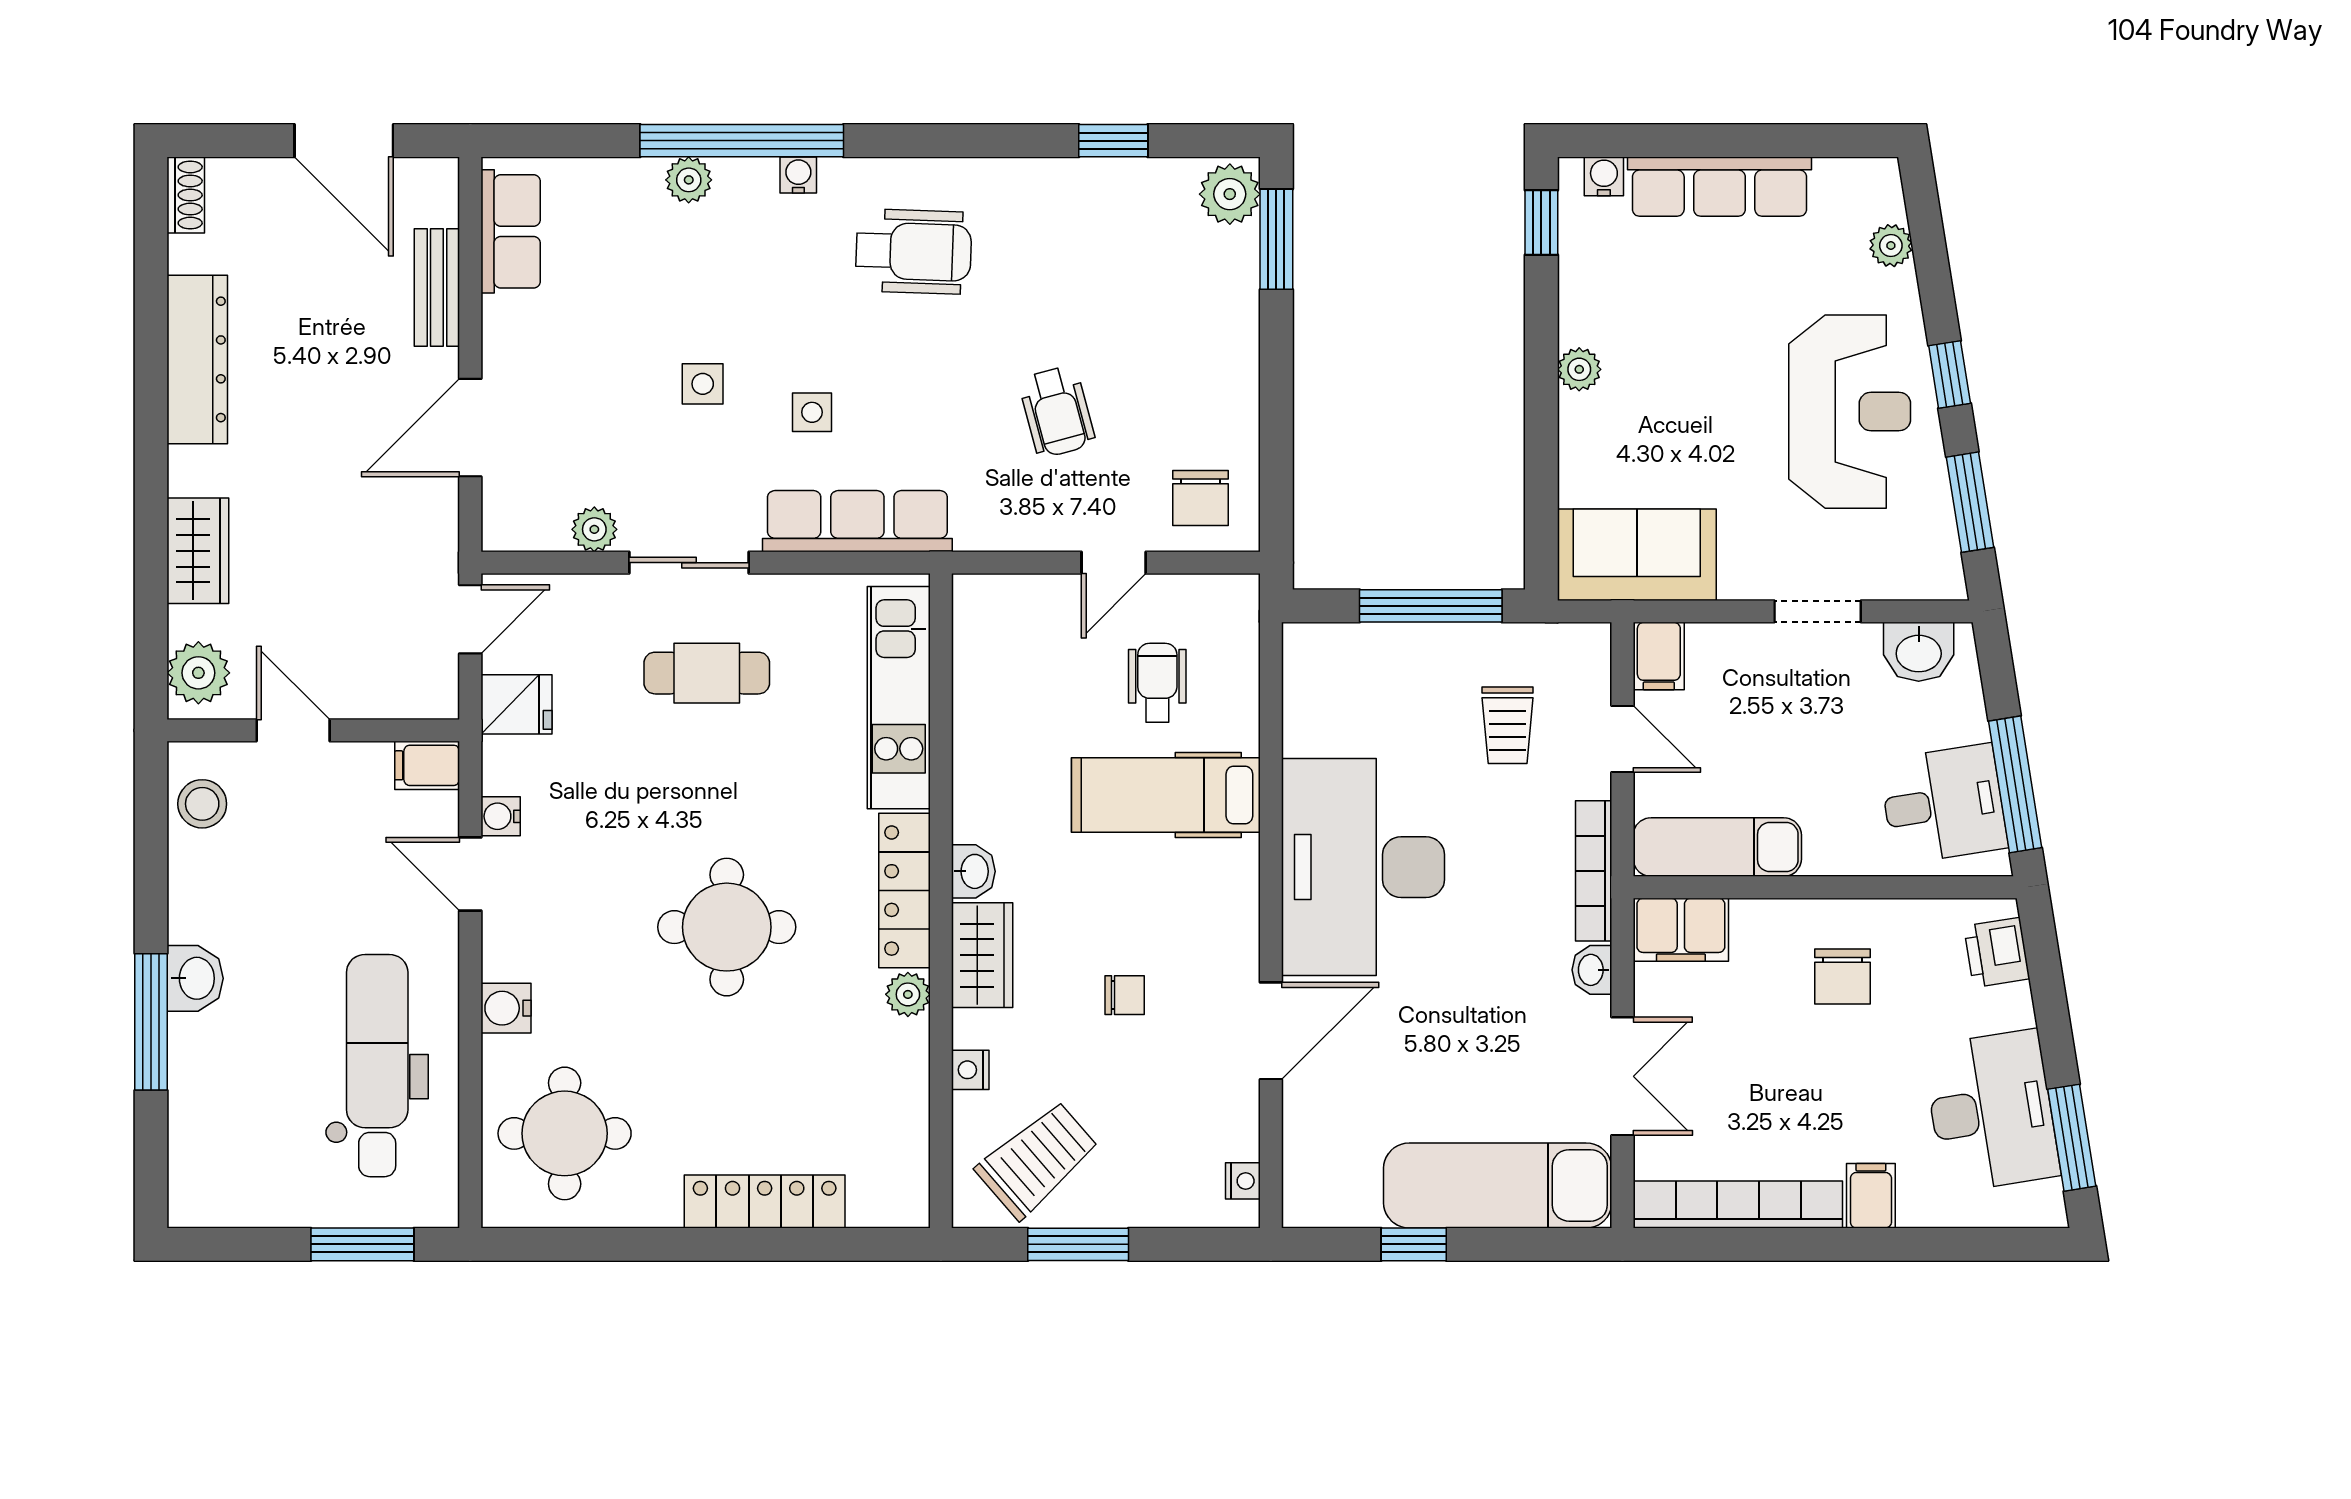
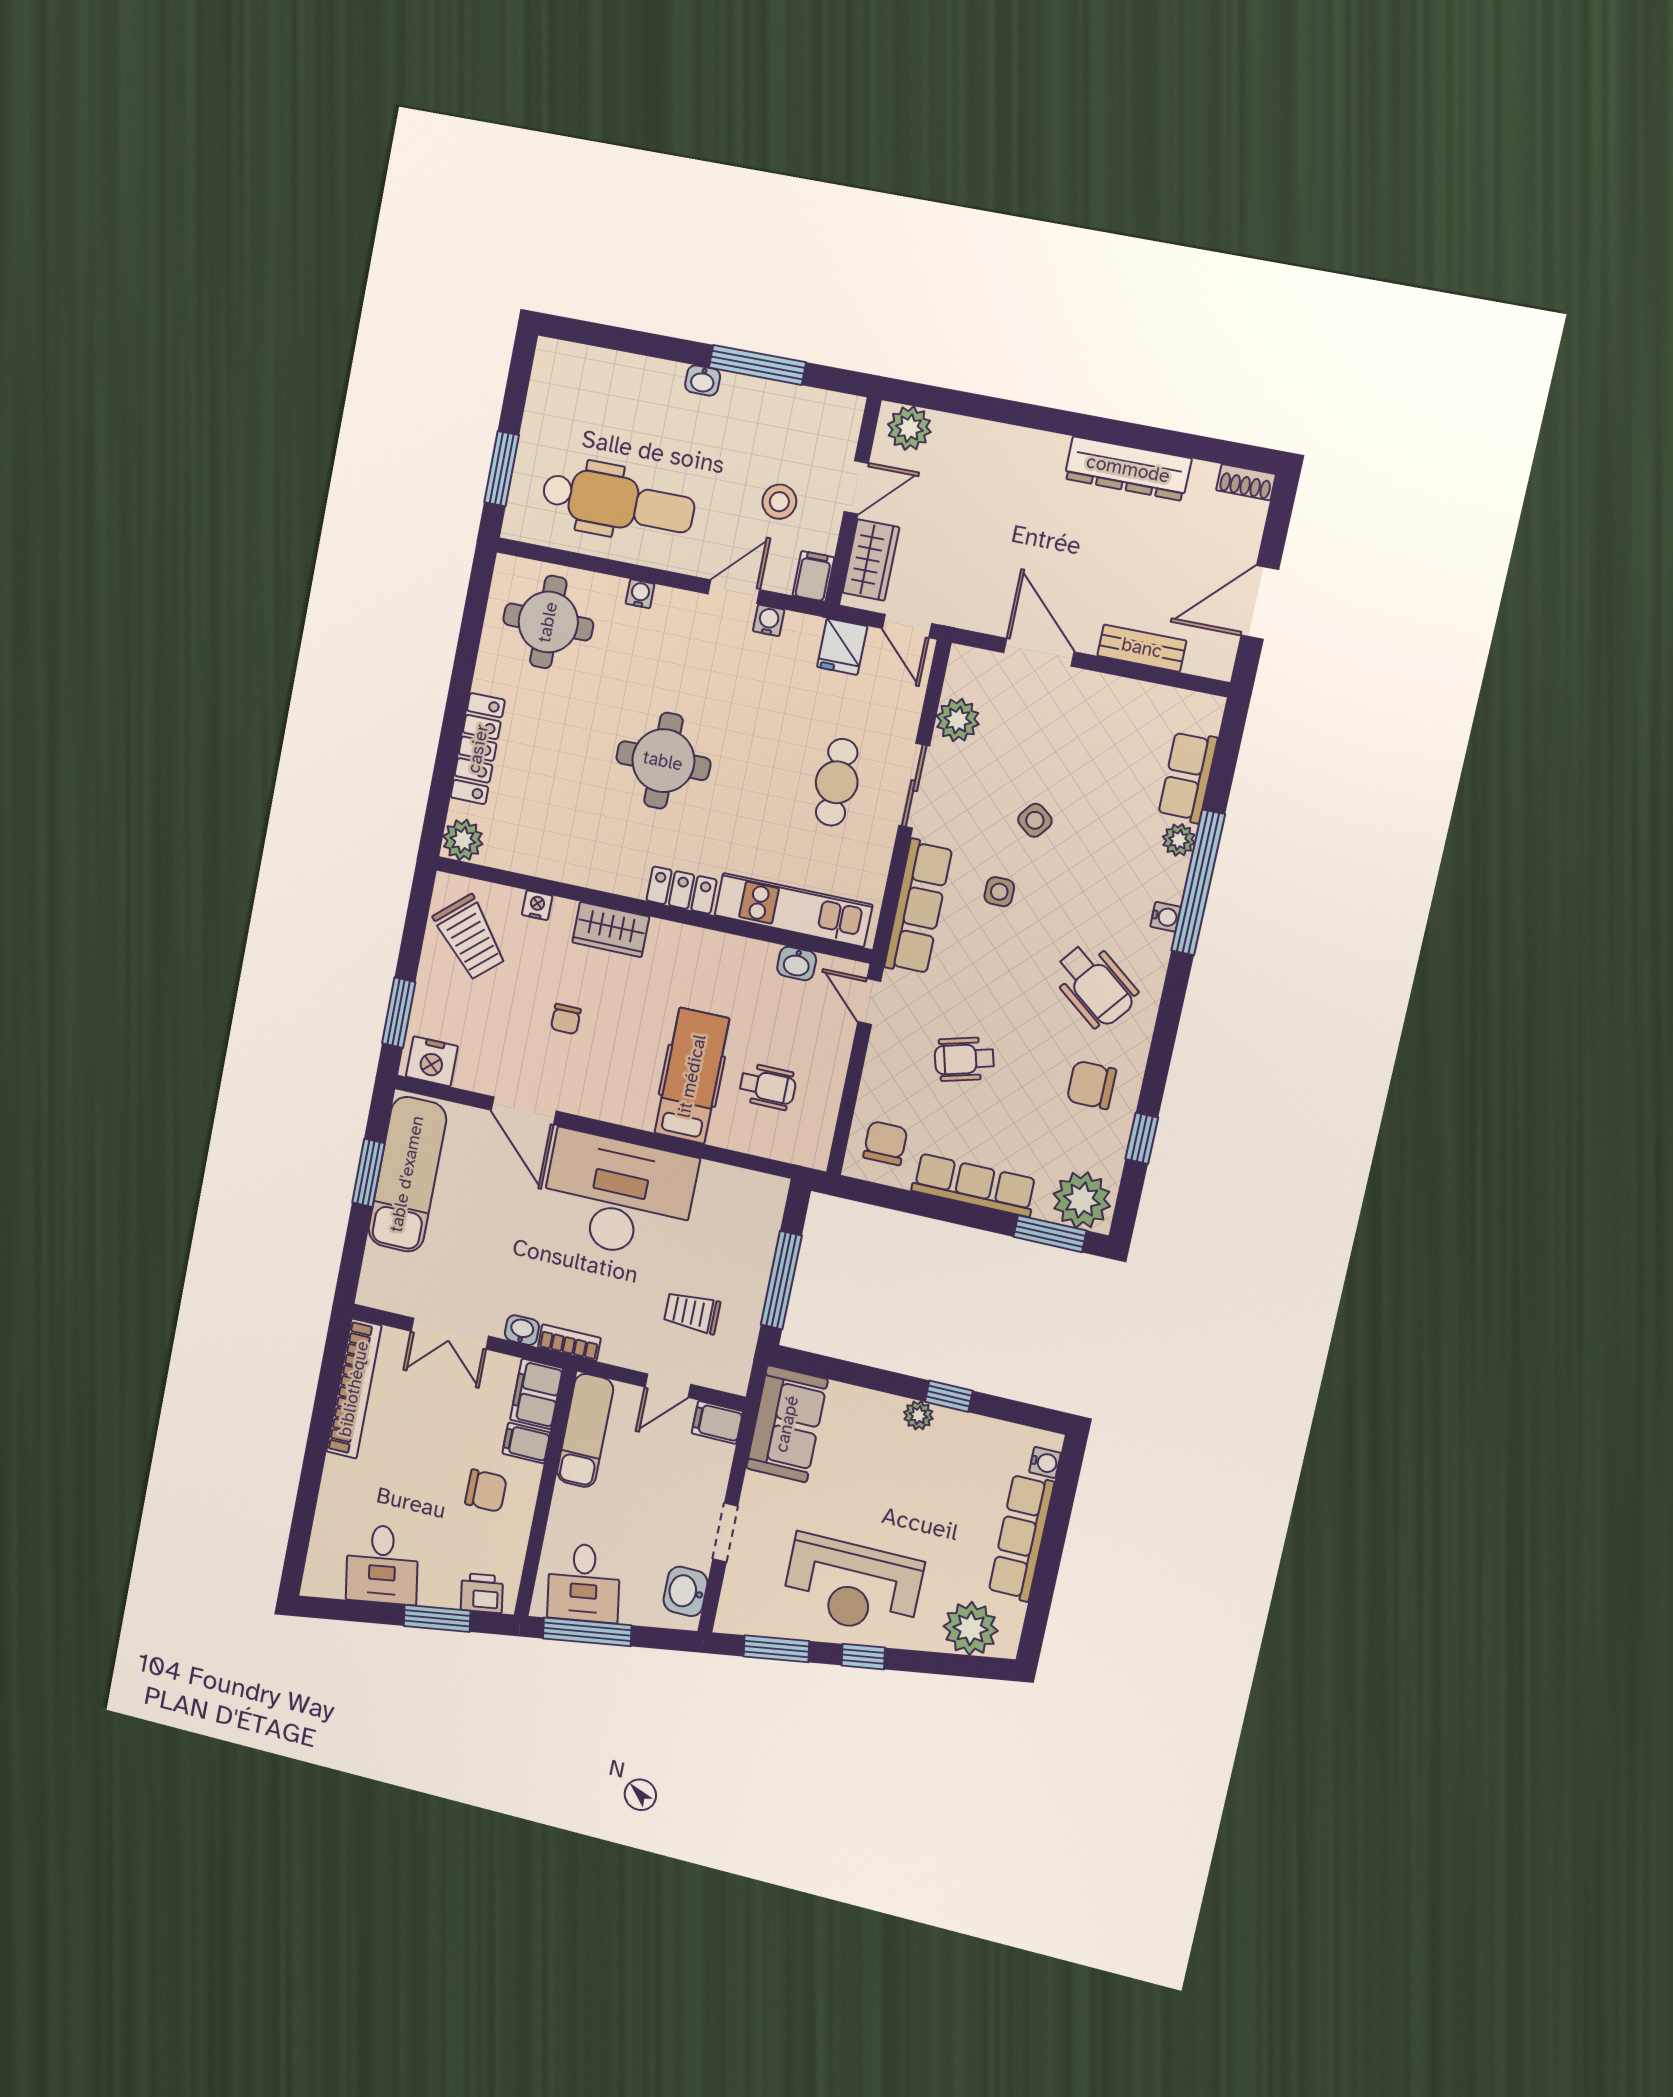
plant: (1230, 194) -> (1082, 1200), width x1.36, depth x1.36
window: (1541, 223) -> (949, 1396), moved
chair: (1054, 226) -> (1091, 1085), added
row of seats: (511, 231) -> (1188, 777), moved, turned 90
plant: (1891, 246) -> (971, 1628), width x1.88, depth x1.88
wheelchair: (913, 252) -> (1095, 985), turned -54
row of seats: (1232, 360) -> (974, 1185), added
side table: (703, 384) -> (1035, 820), turned 38
chair: (1200, 498) -> (885, 1143), turned 90
plant: (594, 529) -> (958, 720), width x1.38, depth x1.38
wardrobe: (198, 551) -> (871, 560), moved, turned -90
door: (1114, 563) -> (869, 1002), moved
stool: (202, 804) -> (779, 502), moved
washbasin: (973, 871) -> (797, 963), moved
bookcase: (1594, 871) -> (569, 1343), width x0.64
locker: (904, 891) -> (682, 890), width x0.66
chair: (1842, 976) -> (486, 1491), turned 180
washbasin: (195, 978) -> (703, 381), width x0.72, depth x0.69
plant: (908, 994) -> (463, 840), moved, width x1.38, depth x1.38
water cooler: (506, 1008) -> (640, 594), width x0.72, depth x0.72
window: (151, 1022) -> (757, 365), moved
desk: (1991, 1111) -> (382, 1564), width x0.73
window: (2072, 1138) -> (437, 1618), moved
nightstand: (1243, 1181) -> (432, 1061), width x1.89, depth x1.79
exam couch: (1498, 1185) -> (407, 1174), moved
filing cabinet: (1871, 1196) -> (526, 1443), moved, turned 180
window: (1078, 1244) -> (399, 1013), moved
window: (1414, 1244) -> (368, 1173), width x1.50

